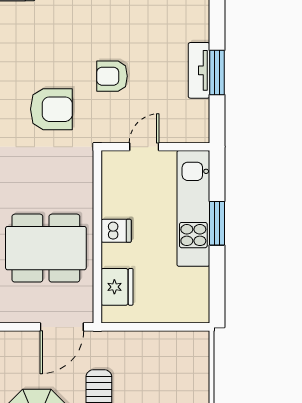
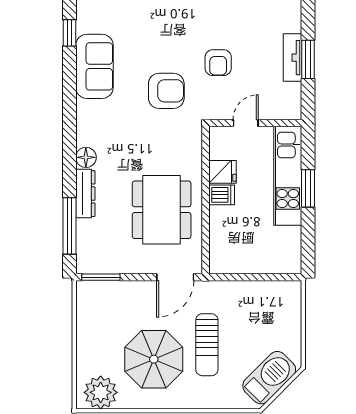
armchair: (112, 76) -> (218, 63), turned -90
dining table: (46, 248) -> (162, 210), turned 90
fridge: (117, 287) -> (222, 172), moved, width x0.72

